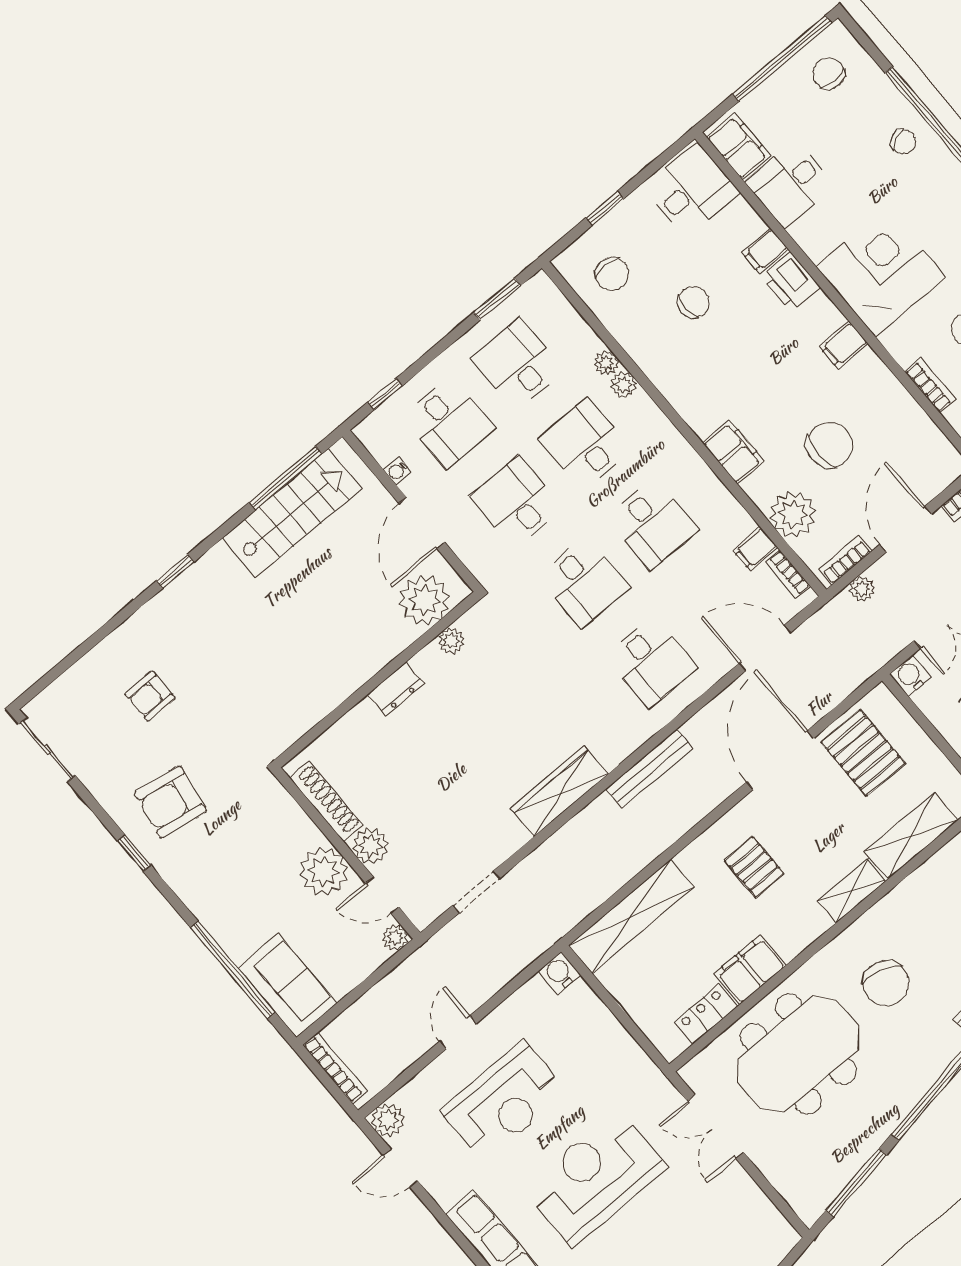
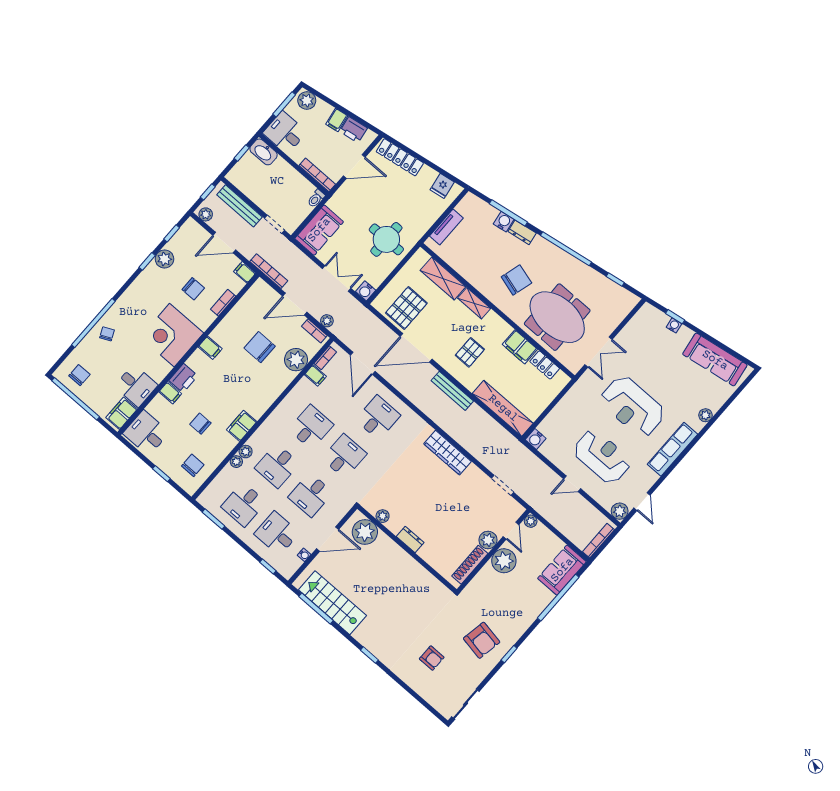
chair: (829, 73) -> (79, 375), turned 180
desk: (449, 422) -> (277, 533), turned -90
filing cabinet: (733, 452) -> (242, 426), moved
bench: (649, 769) -> (452, 391), moved
window: (856, 1182) -> (615, 279), width x0.46

